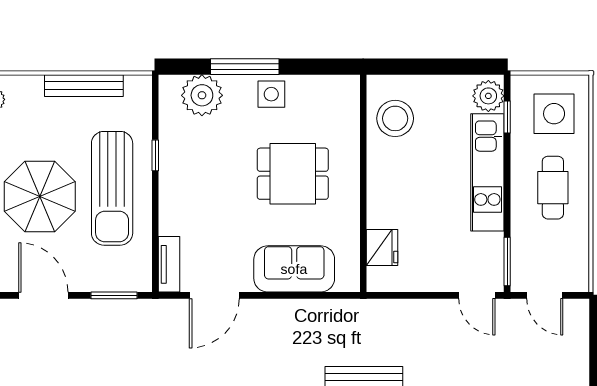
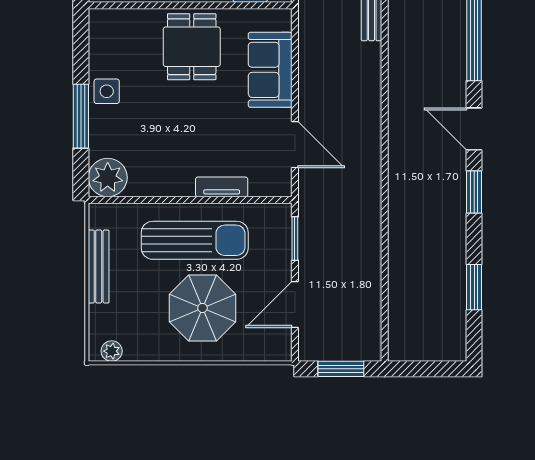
plant: (202, 95) -> (108, 178), moved
window: (155, 155) -> (164, 200), removed
dining table: (293, 174) -> (192, 47), moved
tv unit: (169, 264) -> (222, 187), moved

